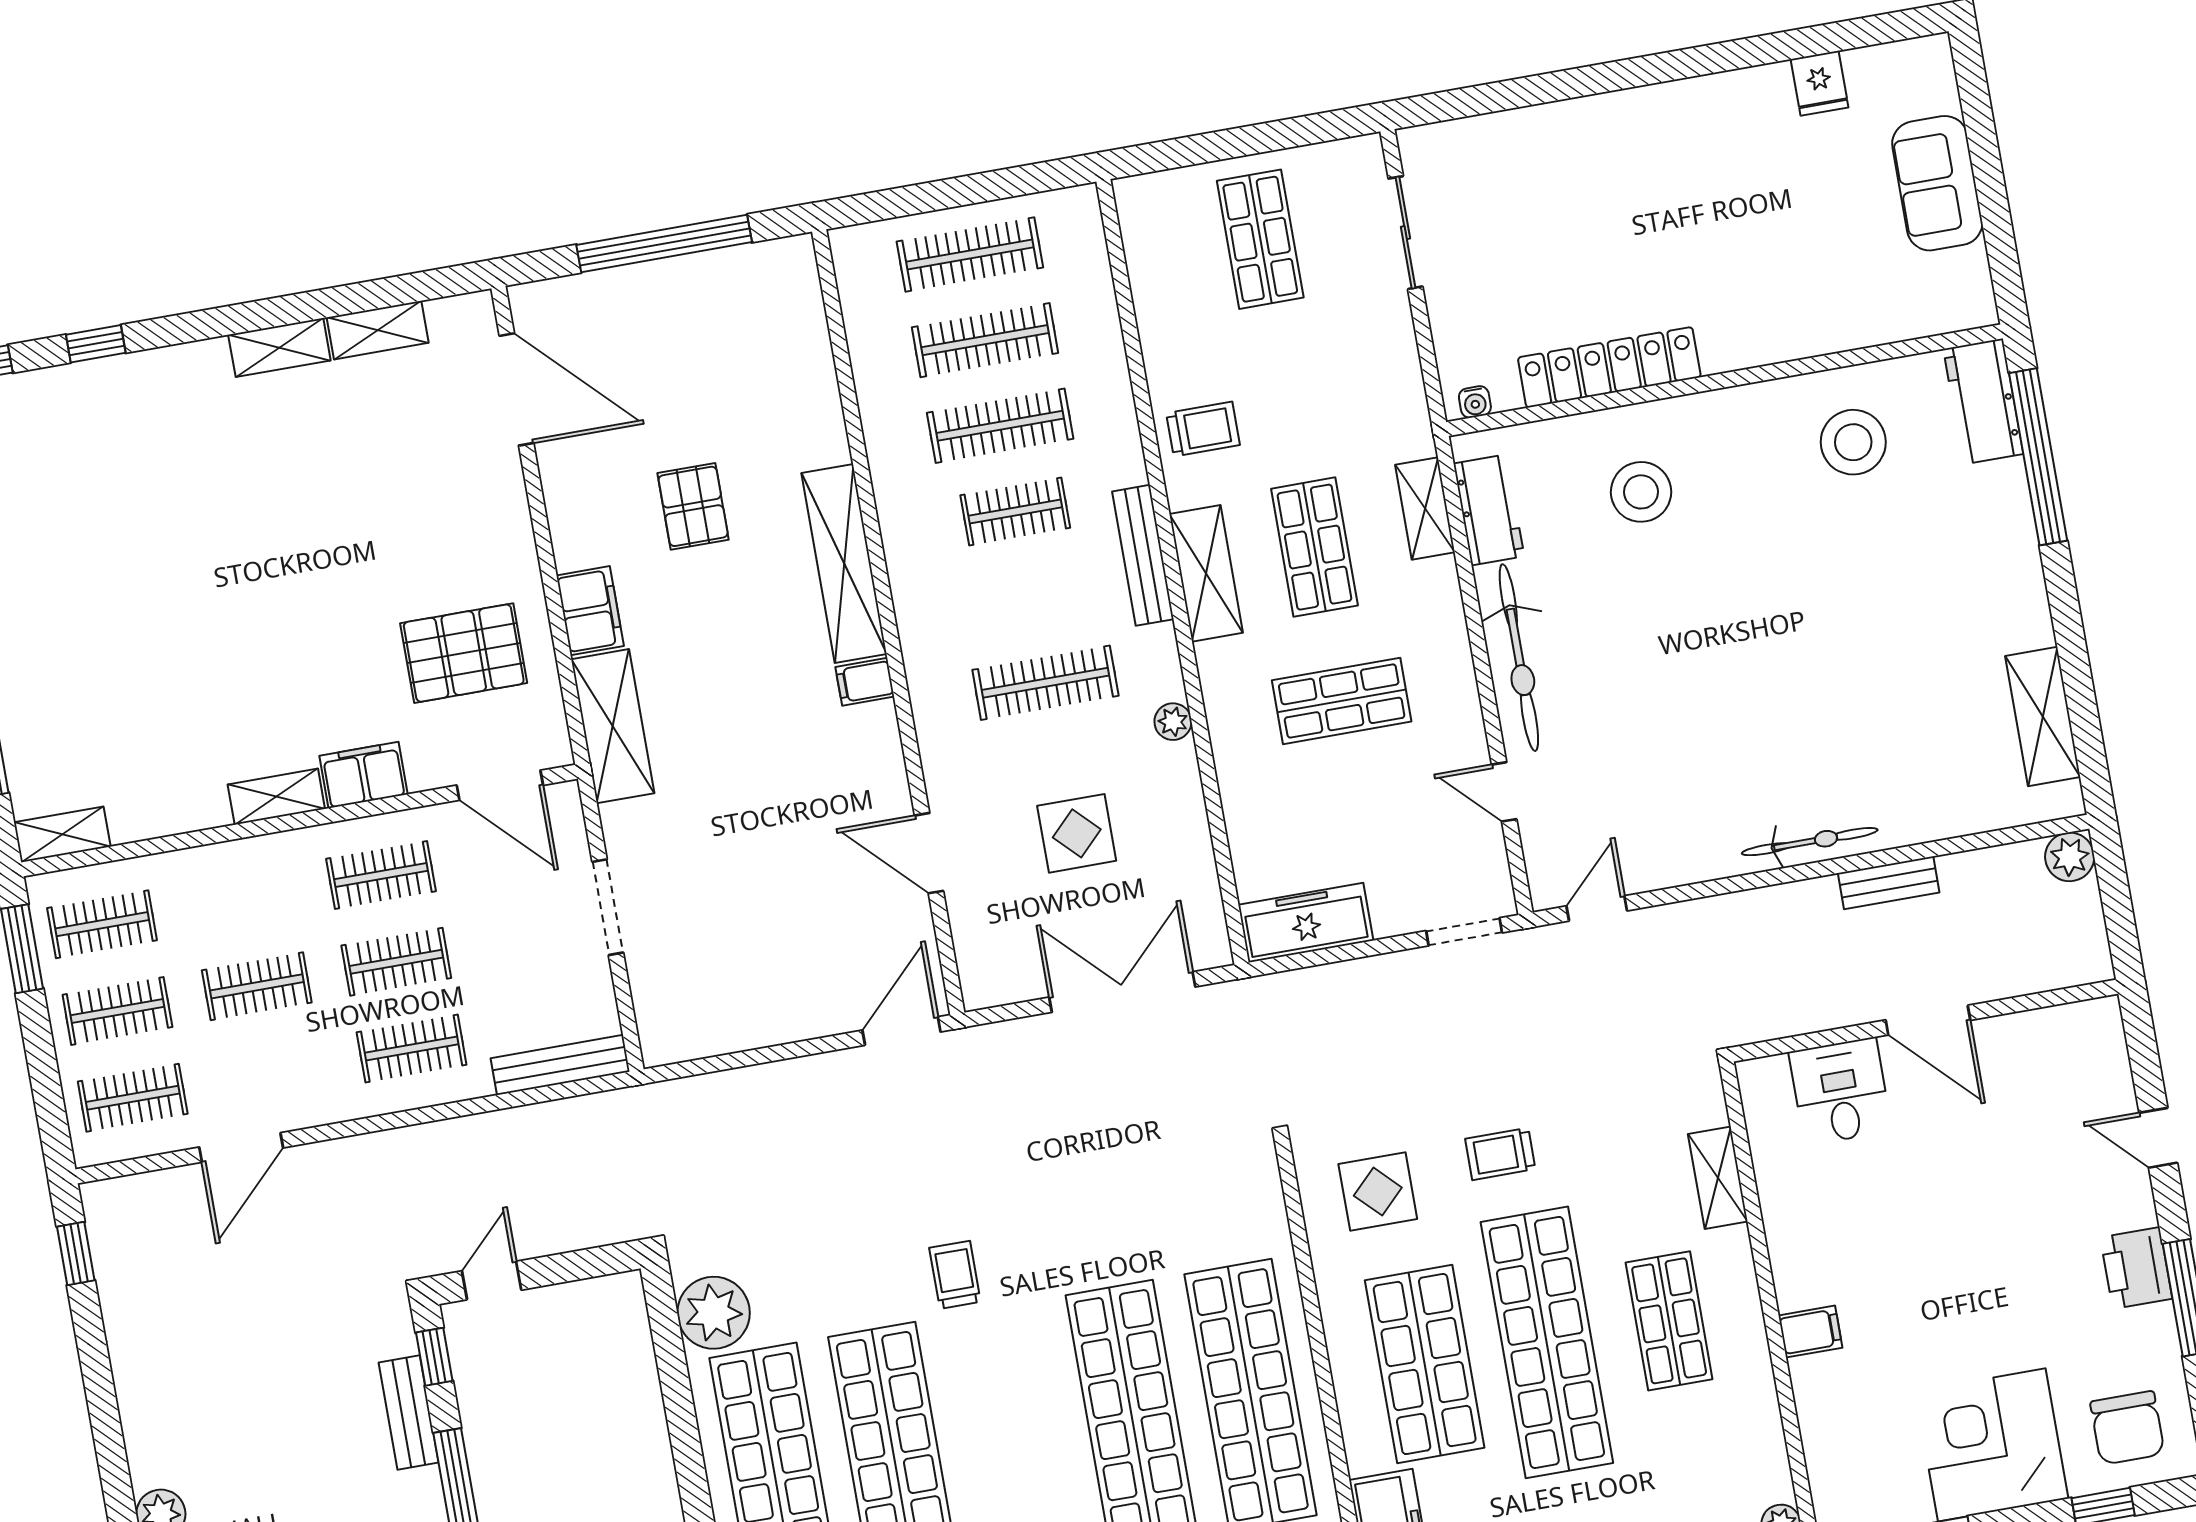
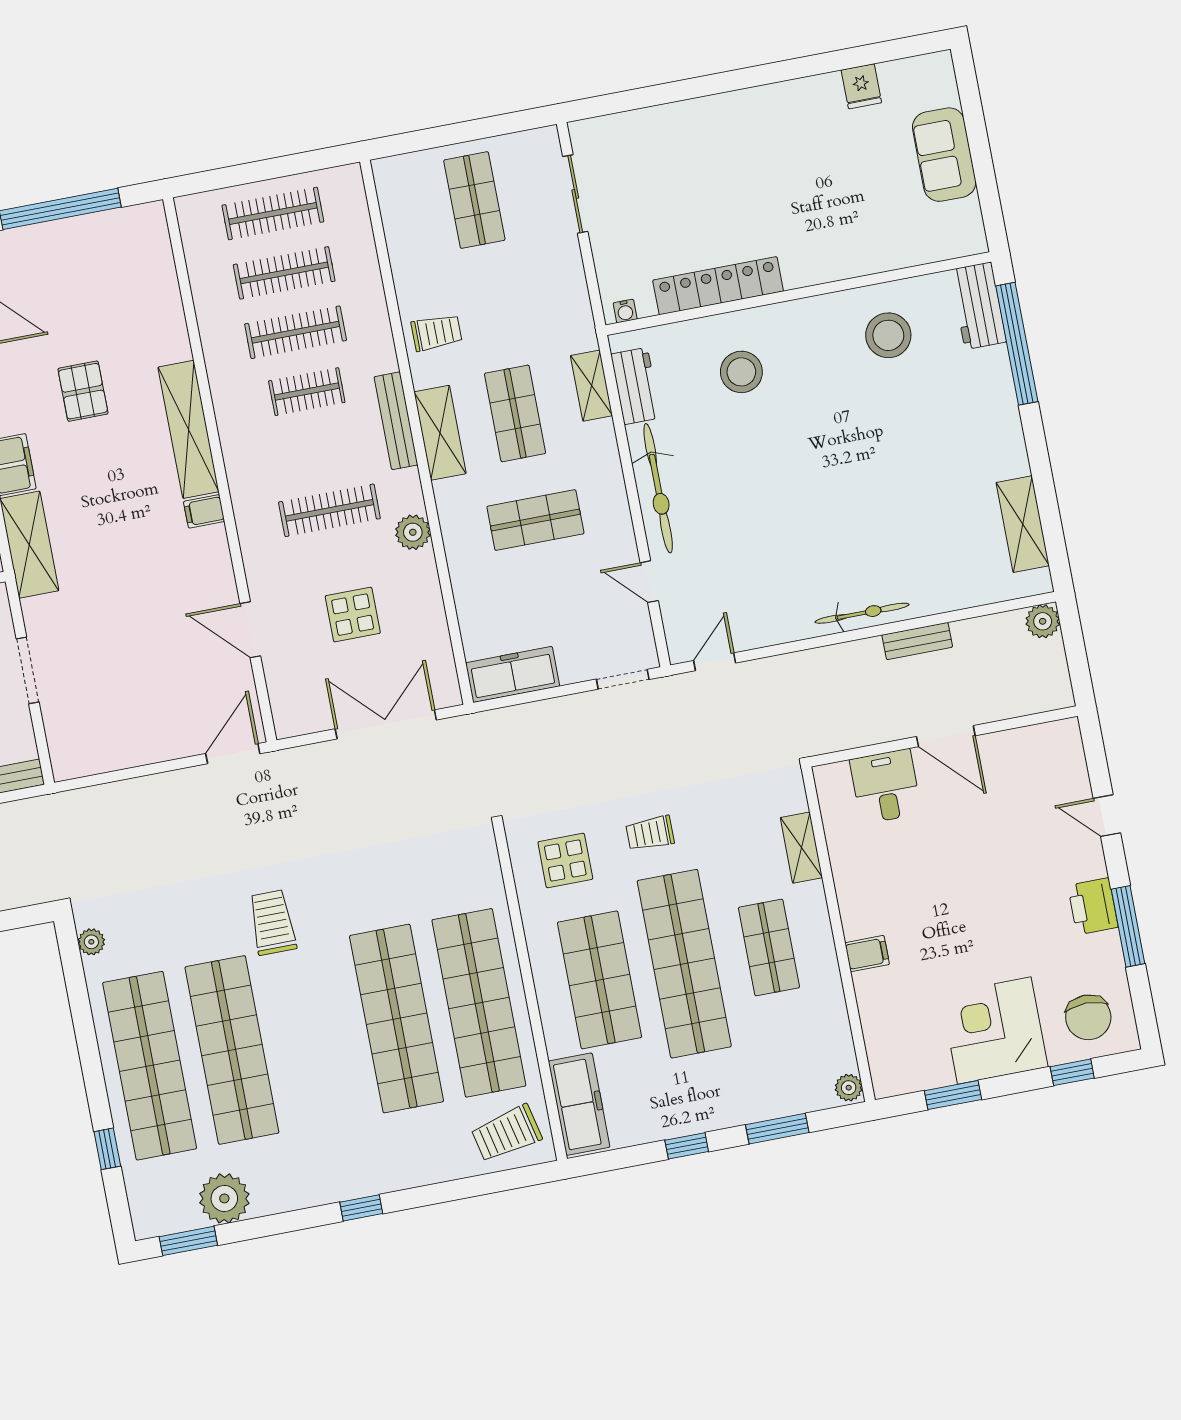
plant: (1173, 722) -> (413, 532), width x1.38, depth x1.38
trolley: (955, 1275) -> (272, 922), width x1.36, depth x1.39
plant: (714, 1313) -> (91, 942), width x0.53, depth x0.53

